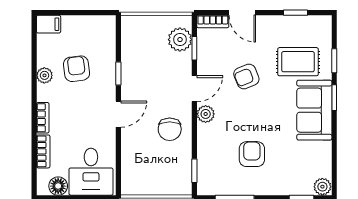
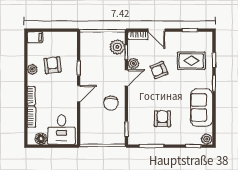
sofa: (314, 110) -> (202, 107), moved
plant: (206, 114) -> (133, 64), moved

